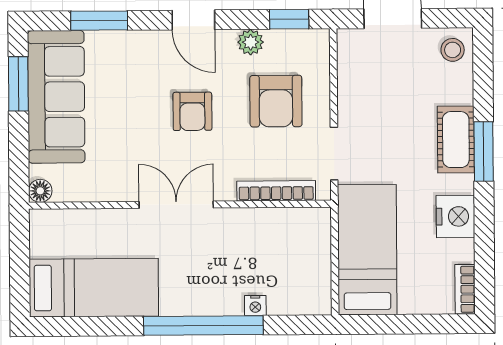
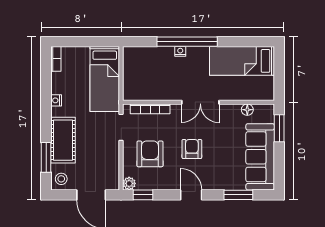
plant: (251, 42) -> (129, 183), moved
window: (18, 84) -> (279, 128), moved
cot: (456, 140) -> (63, 140), width x1.37, depth x1.34
window: (484, 152) -> (46, 157), moved
floor lamp: (40, 191) -> (247, 110), moved
nightstand: (455, 216) -> (56, 100), width x0.53, depth x0.56
nightstand: (255, 305) -> (180, 51), moved

